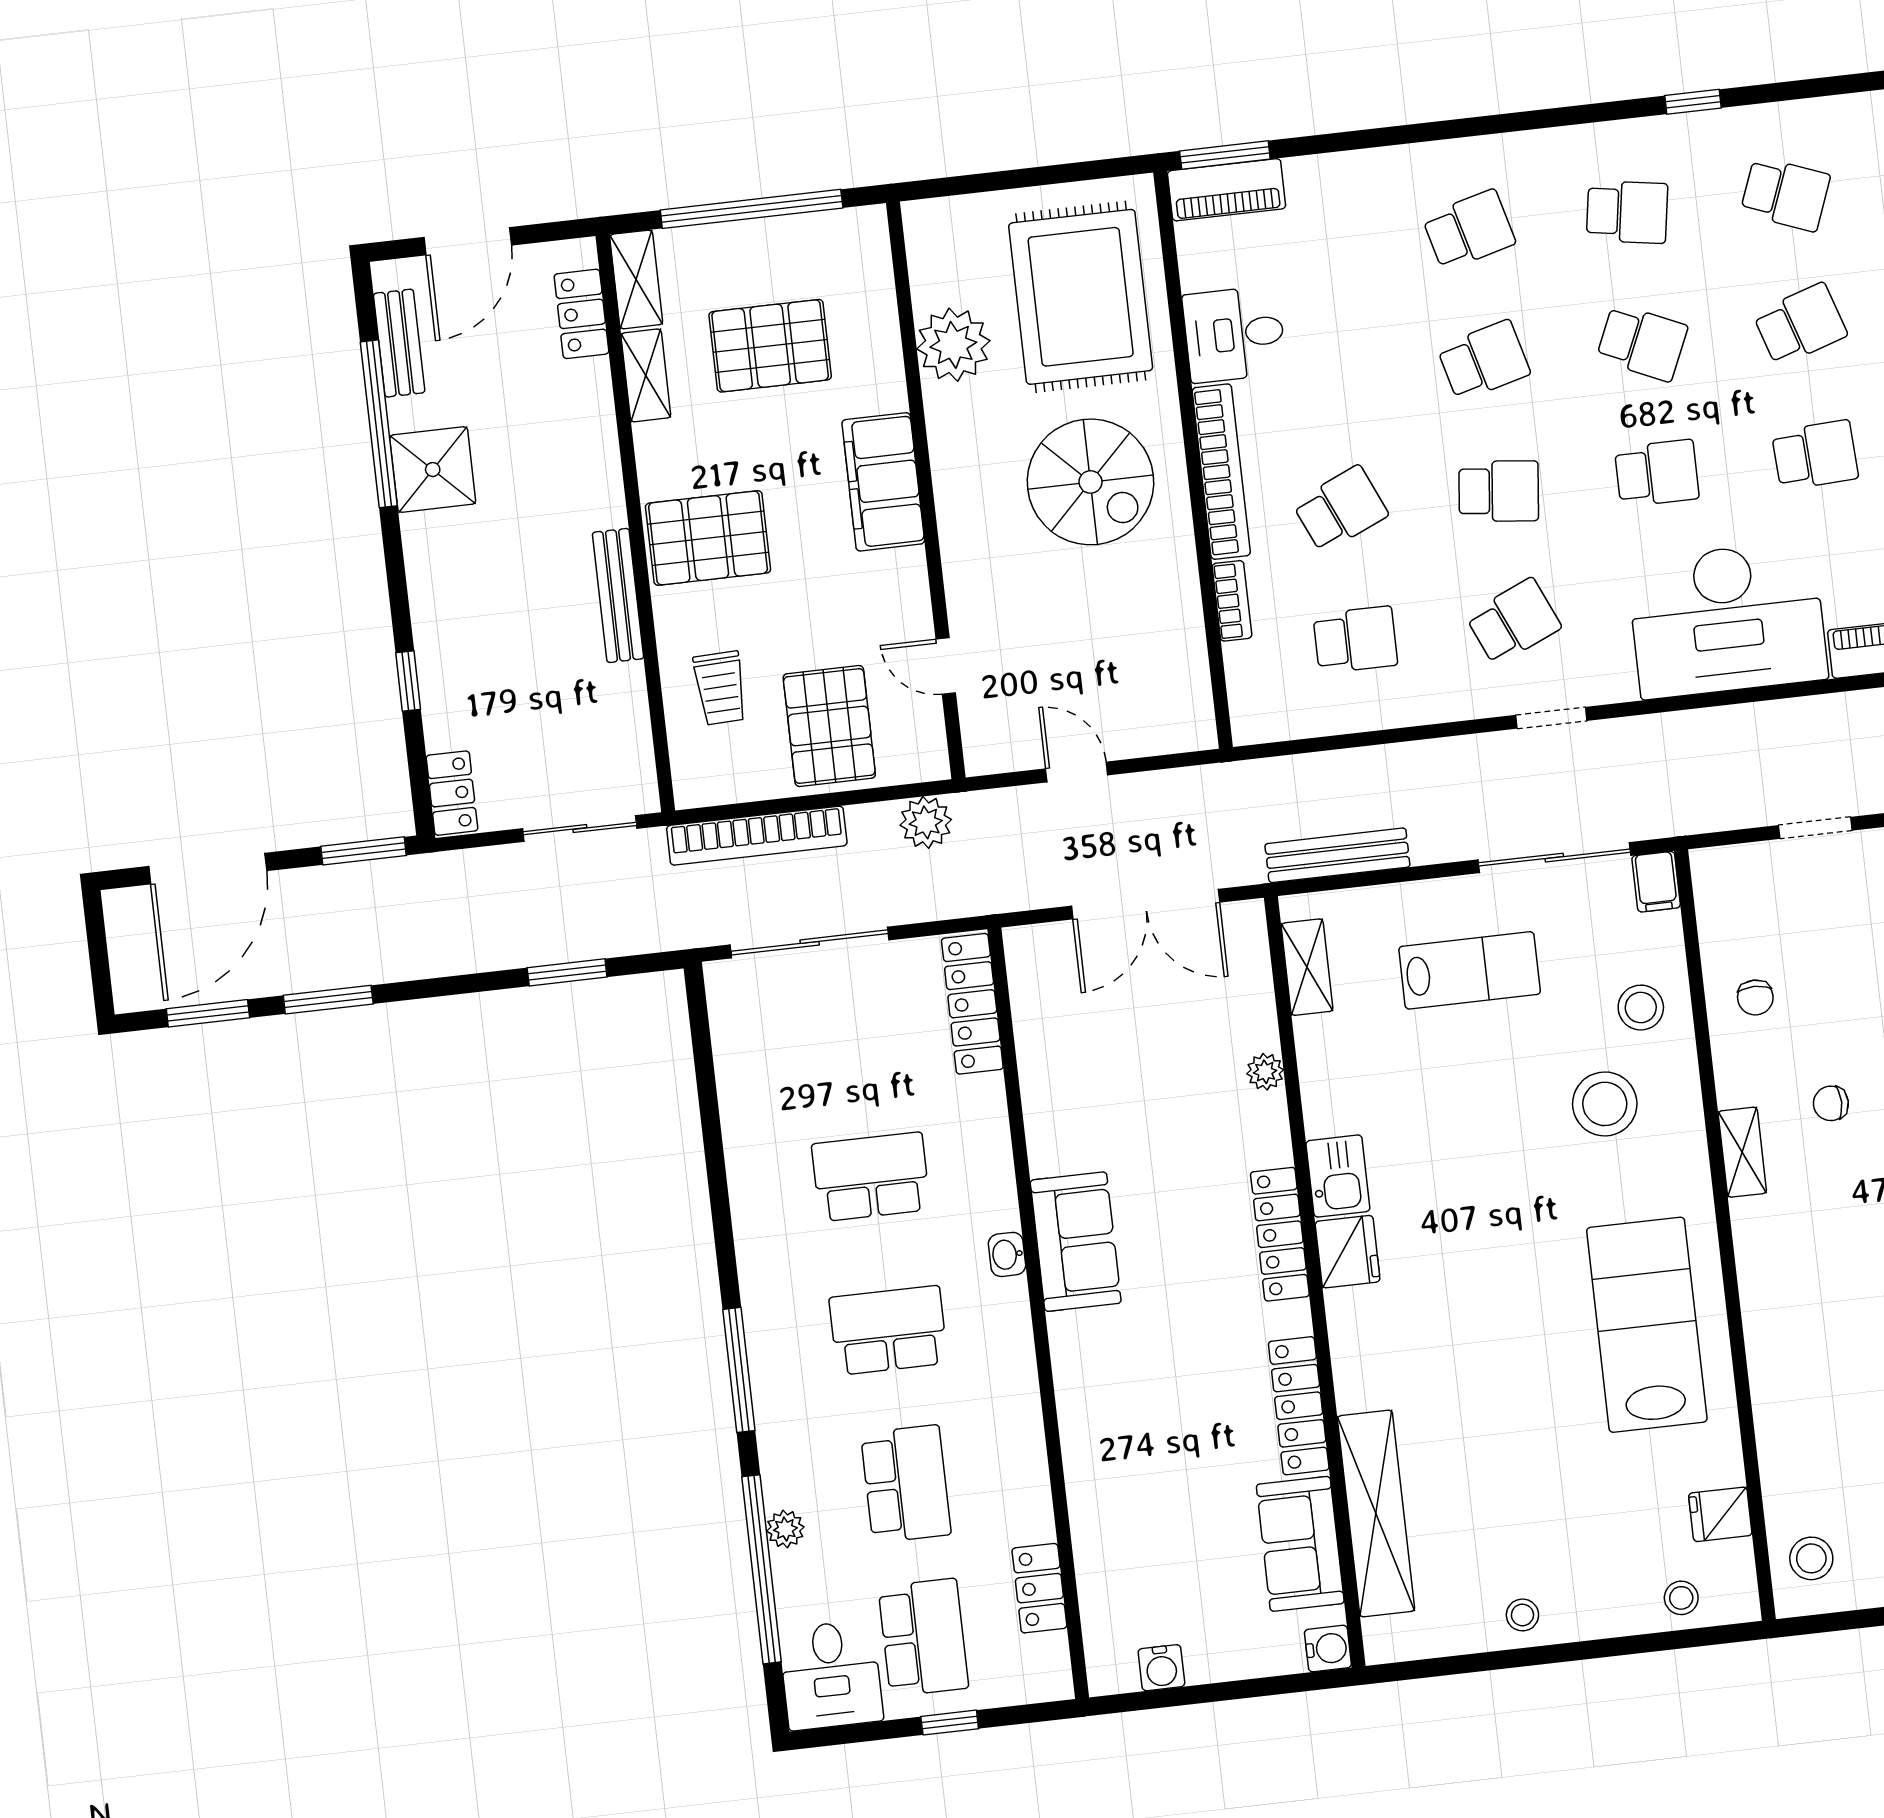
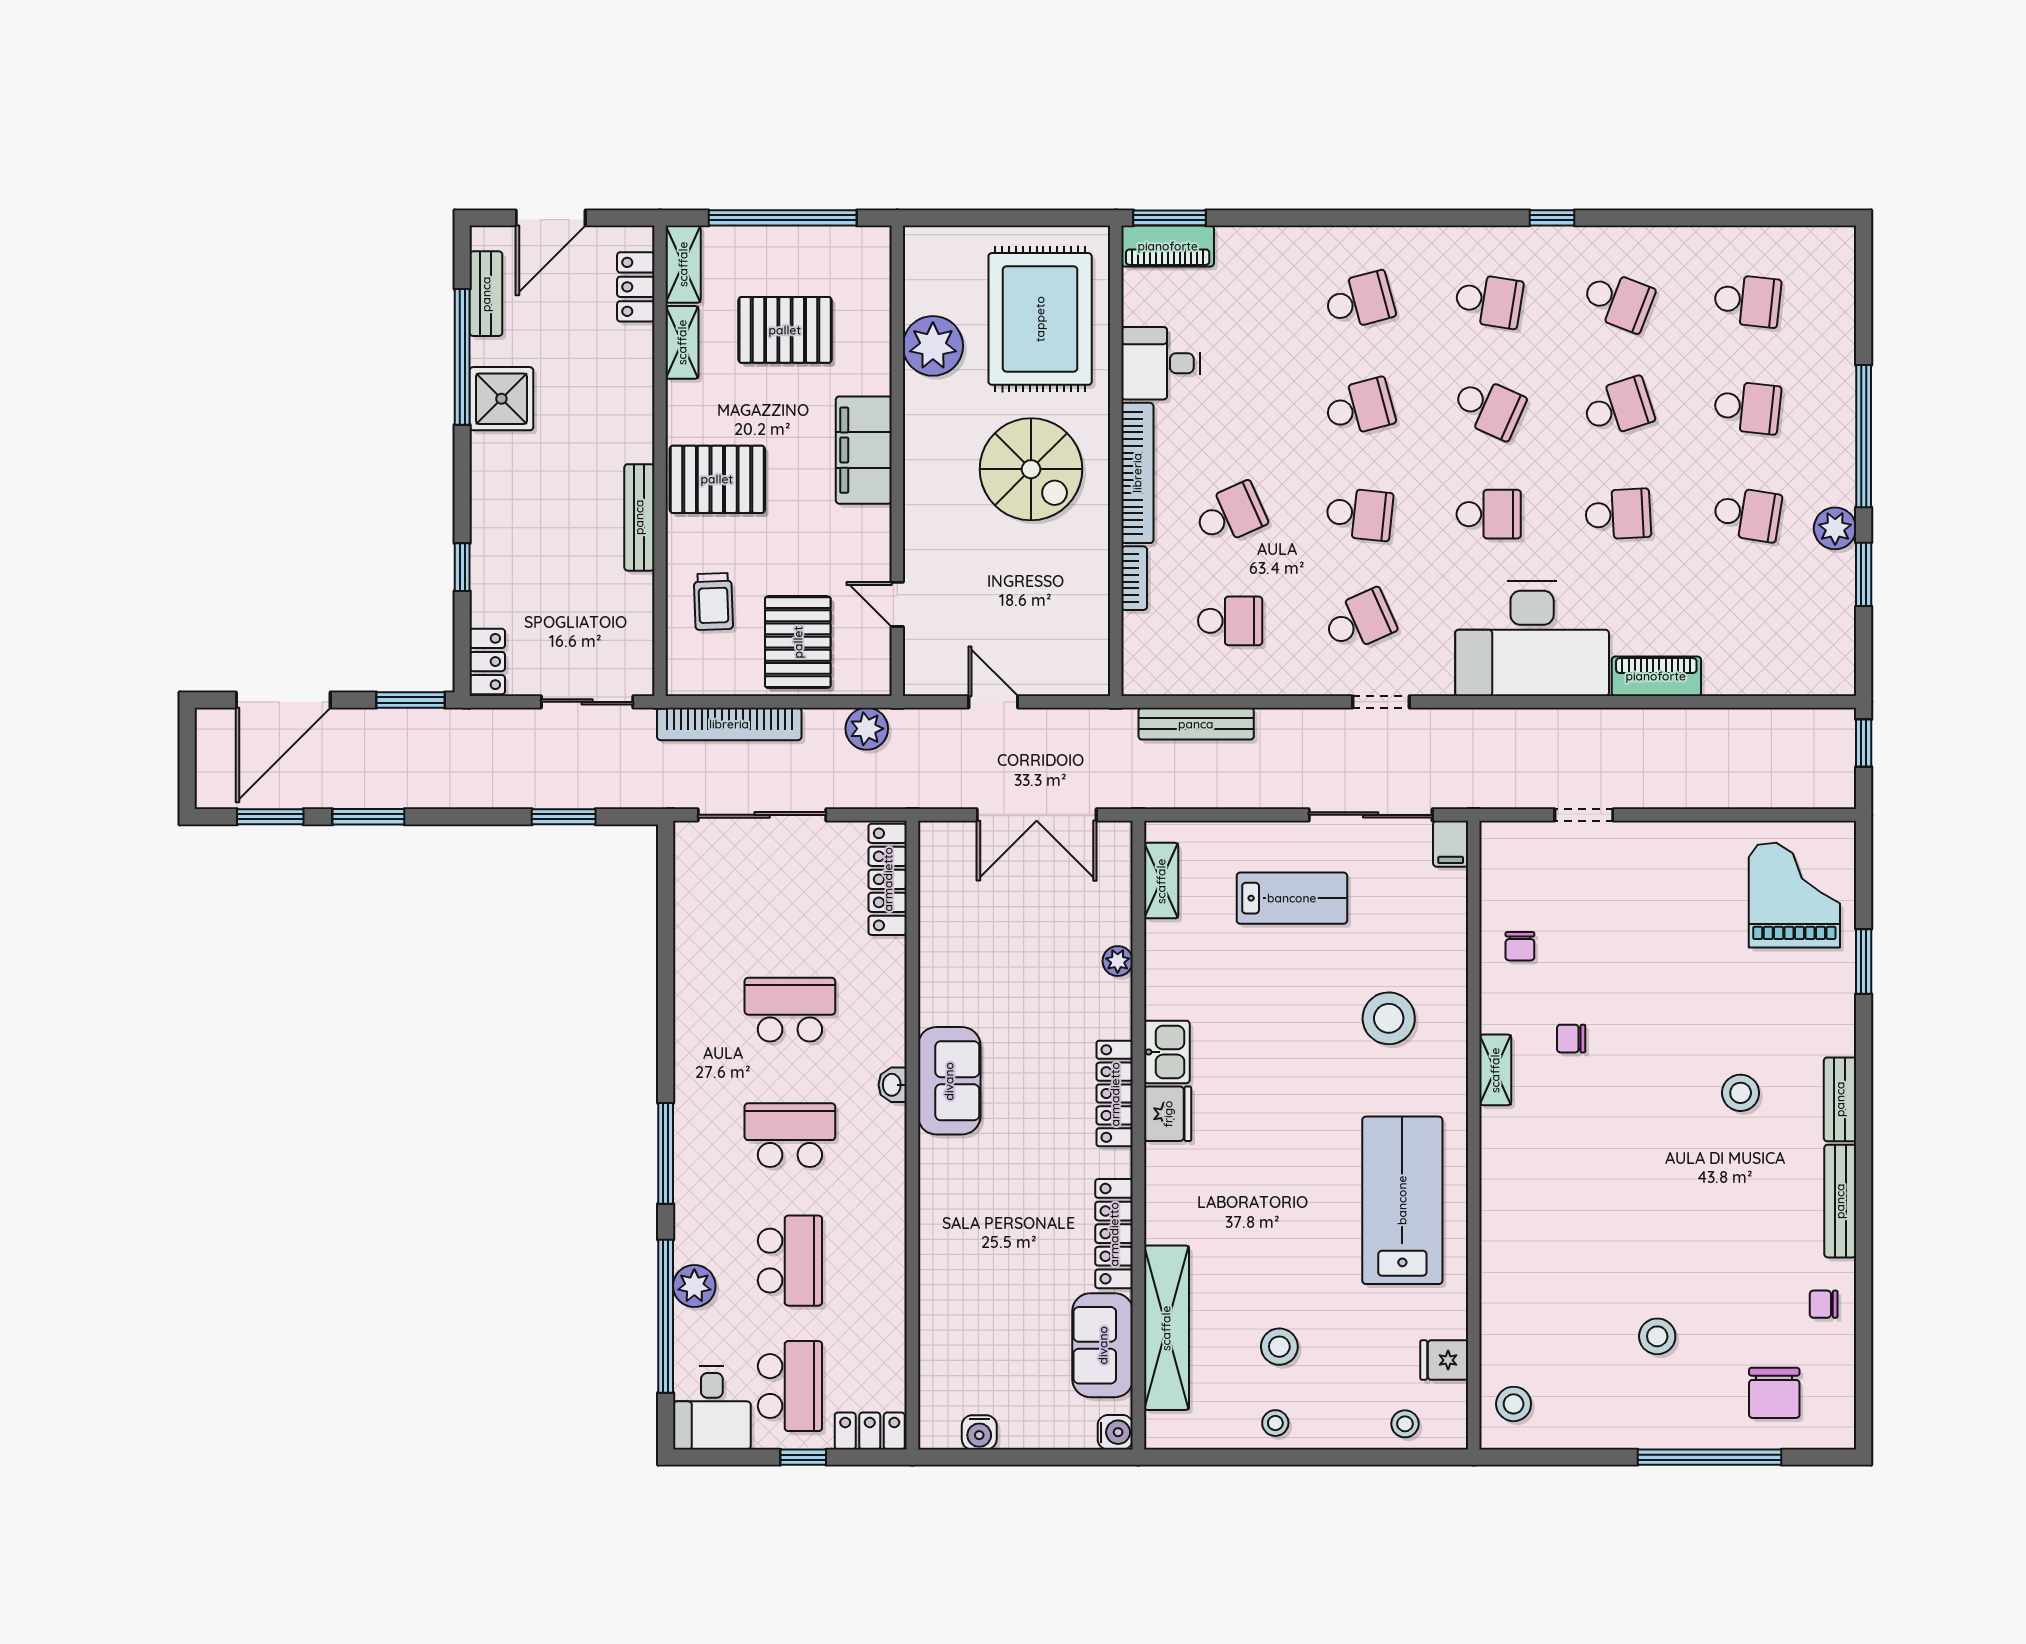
bench: (1337, 855) -> (1196, 724), moved
stool: (1641, 1008) -> (1279, 1347), moved
plant: (785, 1529) -> (694, 1286), width x1.38, depth x1.38
locker: (1039, 1588) -> (870, 1431), moved, turned 90

